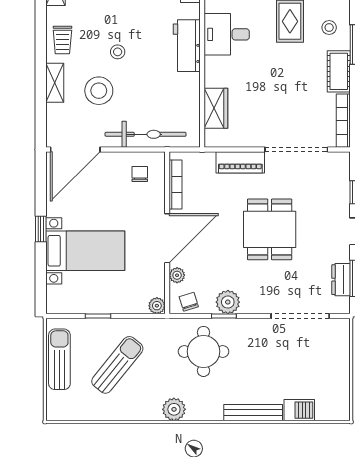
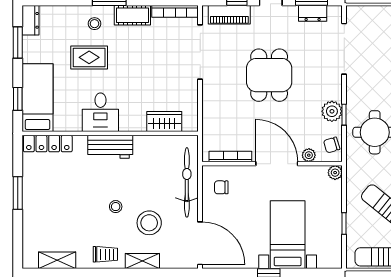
piano: (240, 162) -> (229, 15), moved, turned 90
dining table: (270, 229) -> (269, 75), turned 90

